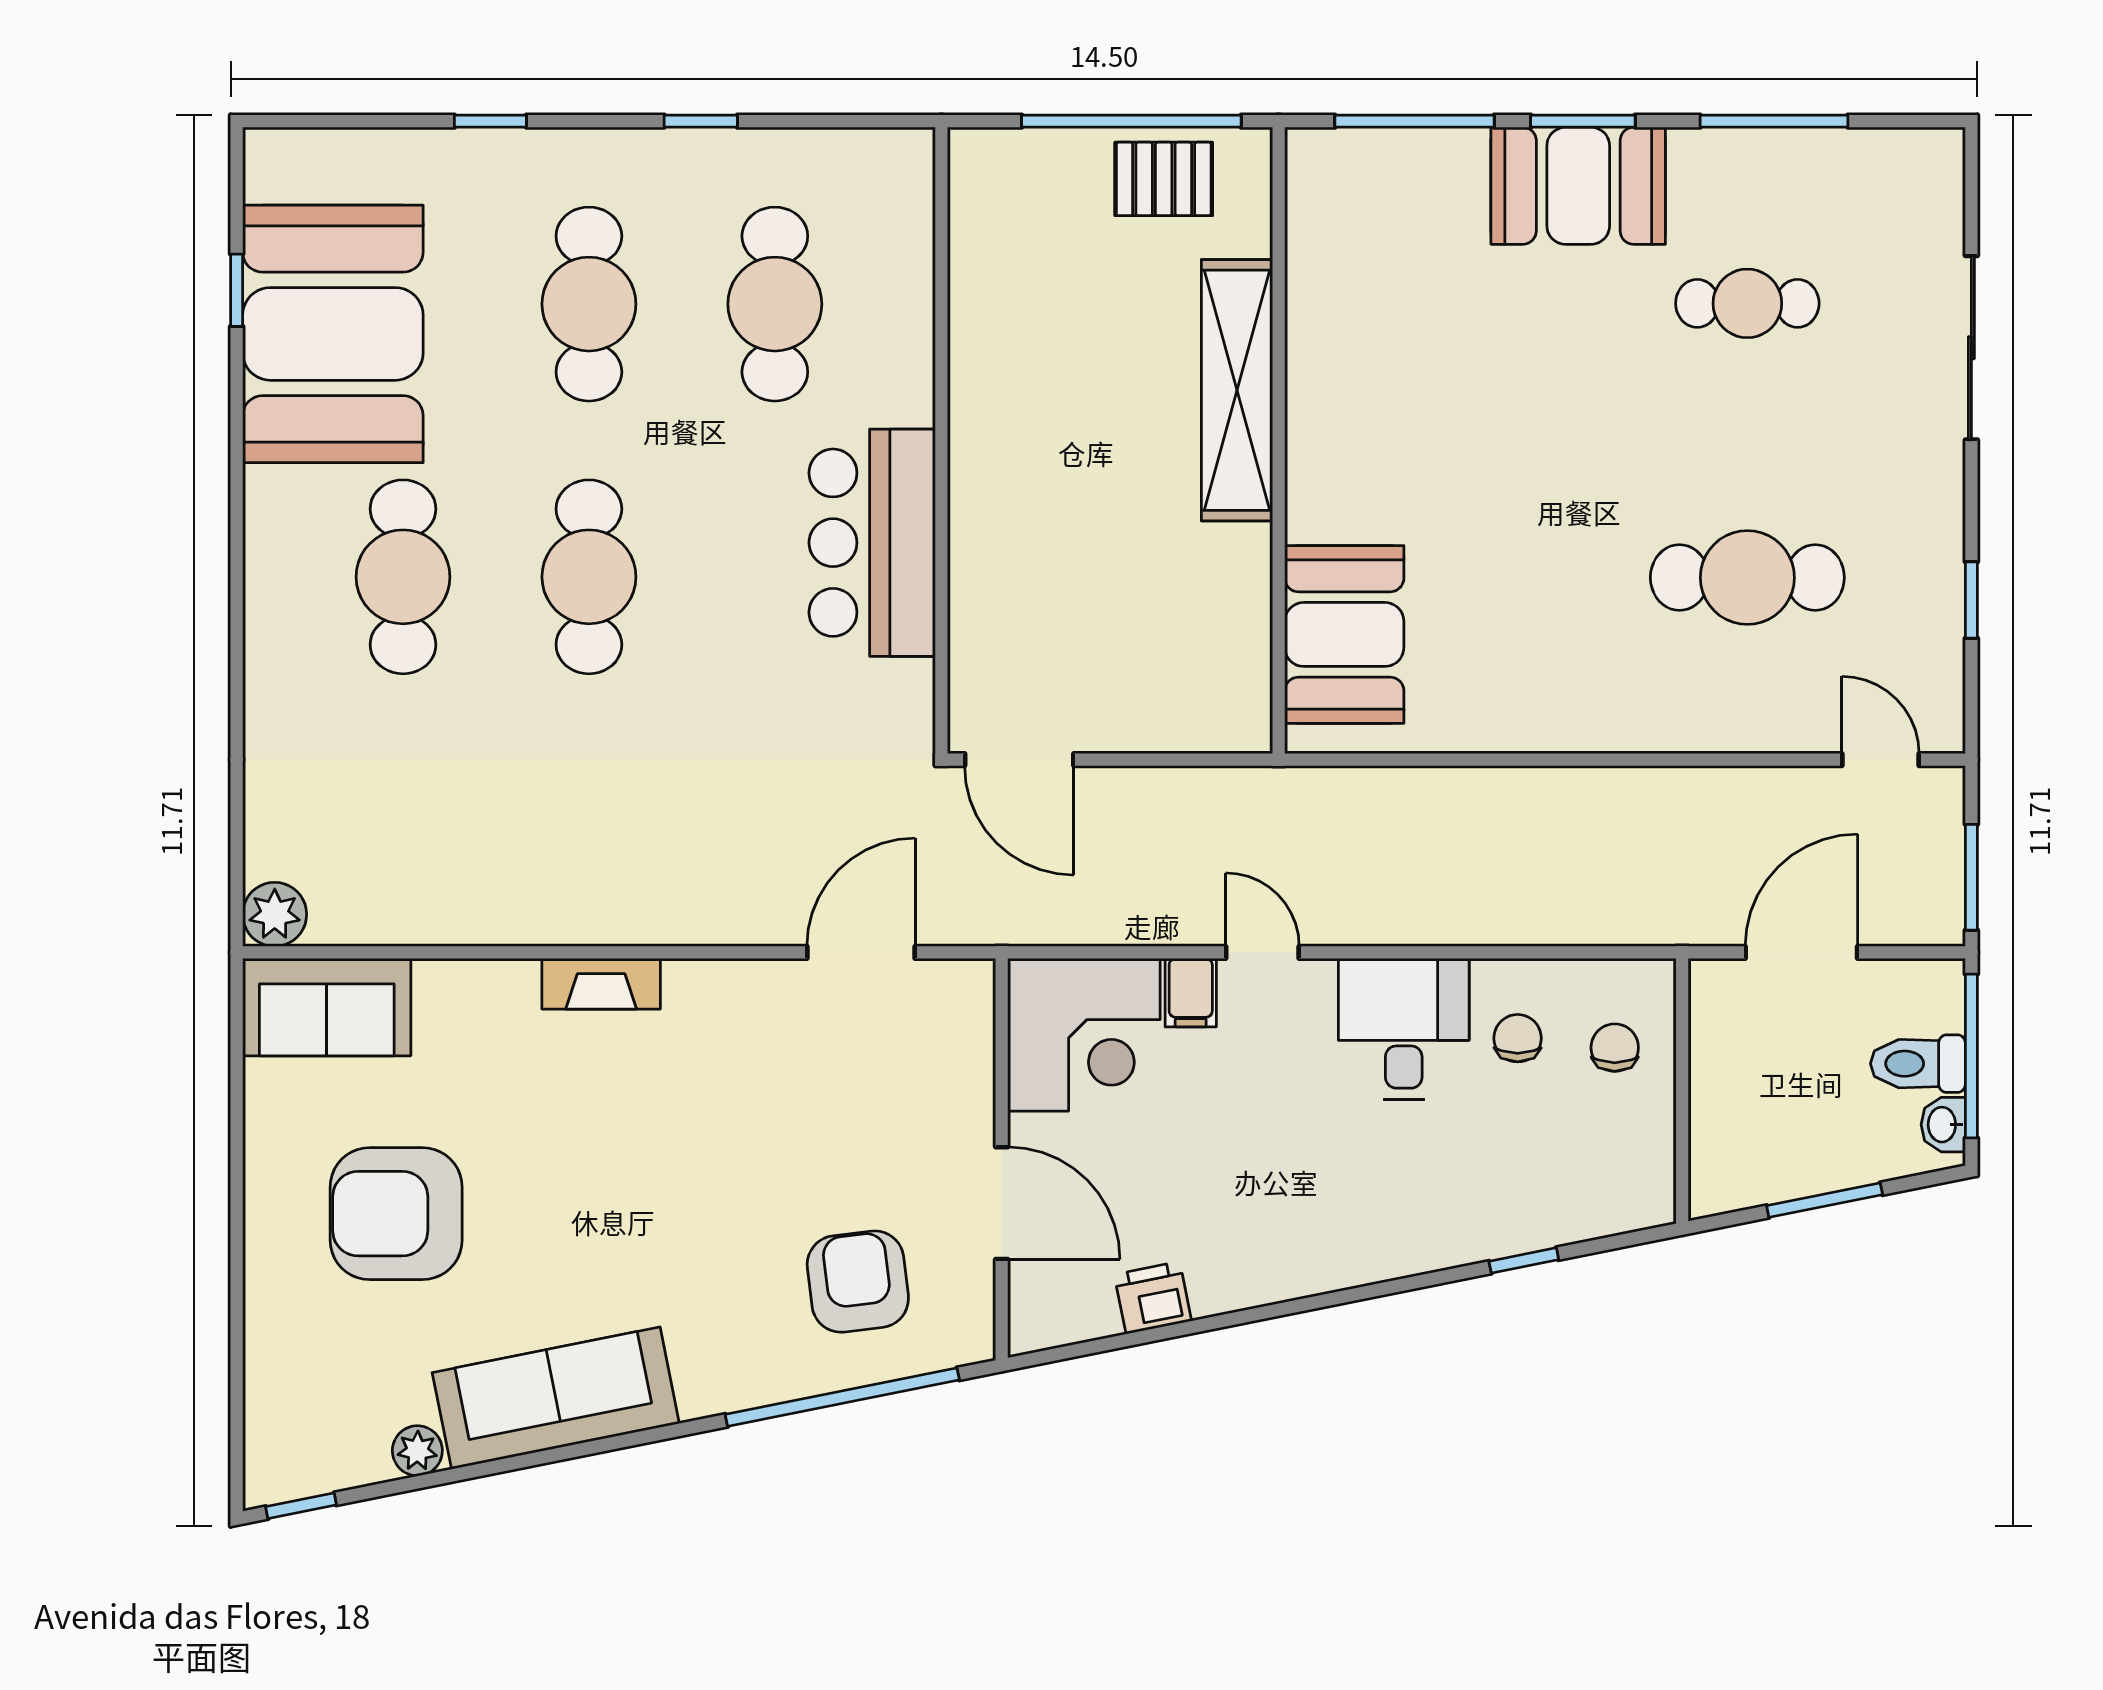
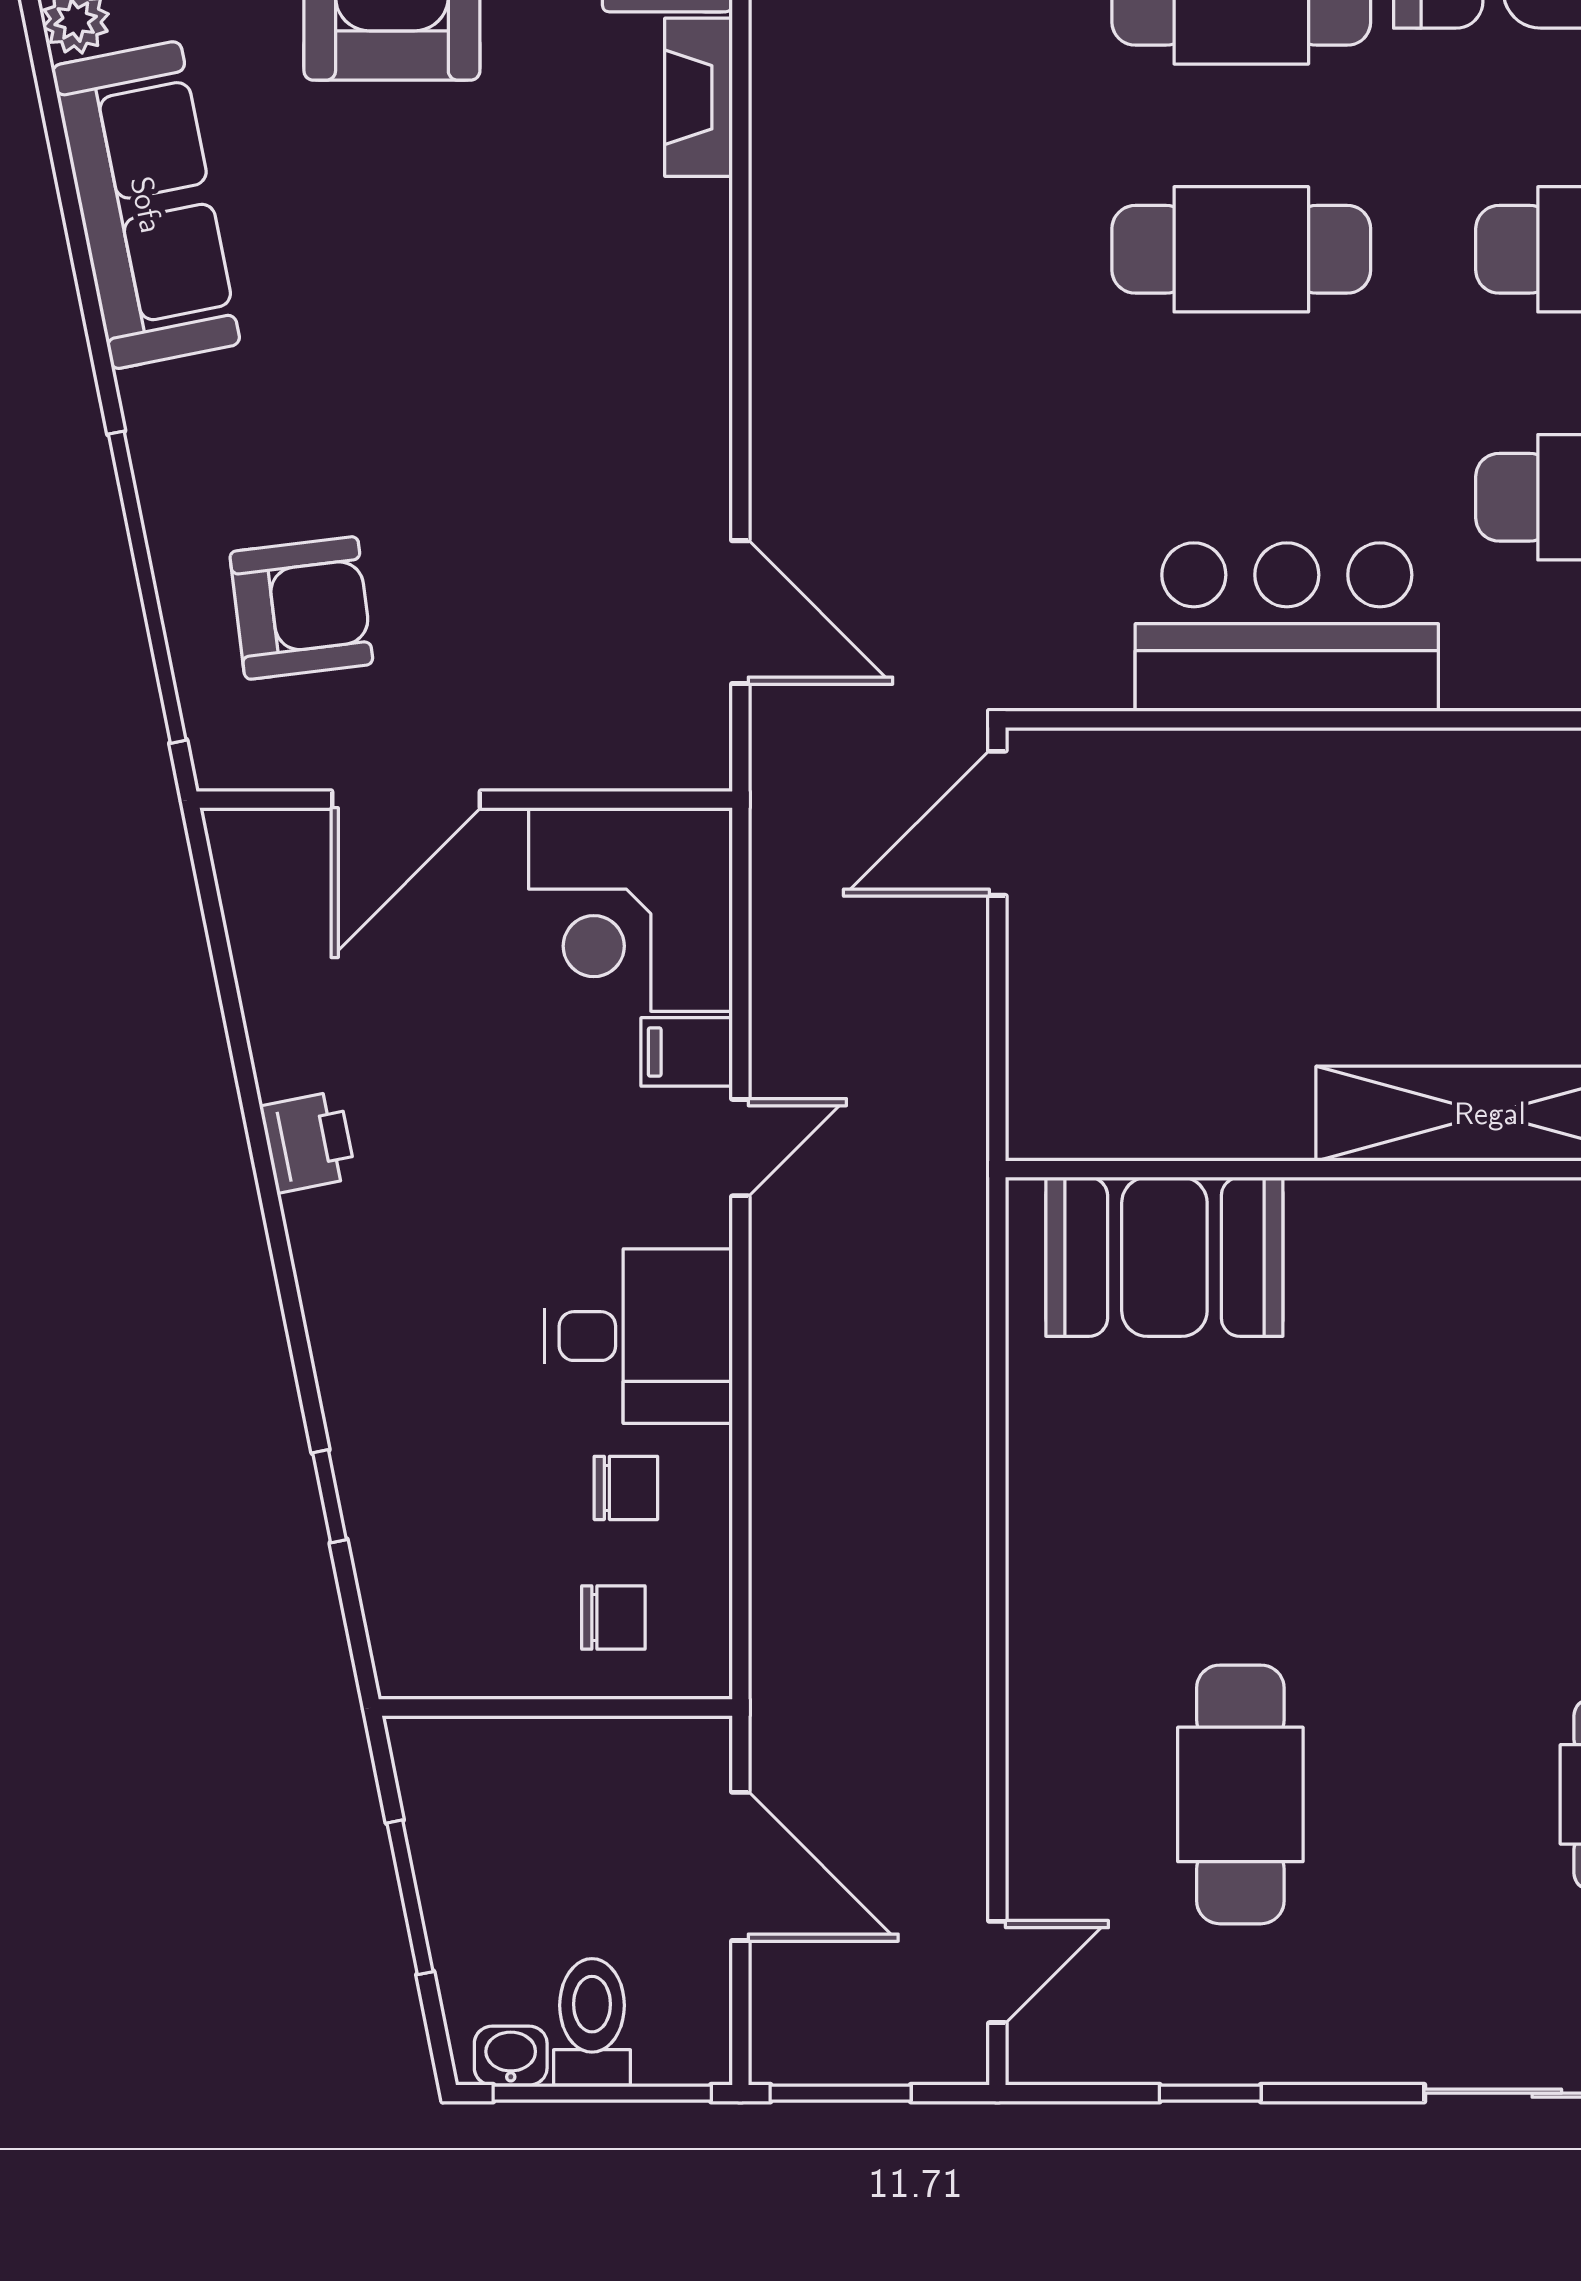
fireplace: (601, 984) -> (698, 97), moved
printer: (1153, 1298) -> (308, 1142), moved

